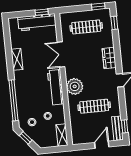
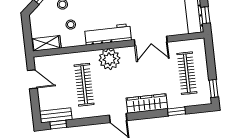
window: (114, 23) -> (177, 111), moved
double door: (61, 54) -> (151, 41), swing flipped
wardrobe: (109, 58) -> (147, 103), width x1.50
door: (102, 145) -> (32, 79), moved

